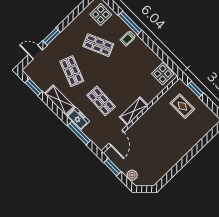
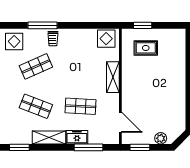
shelving: (134, 111) -> (113, 77), moved

